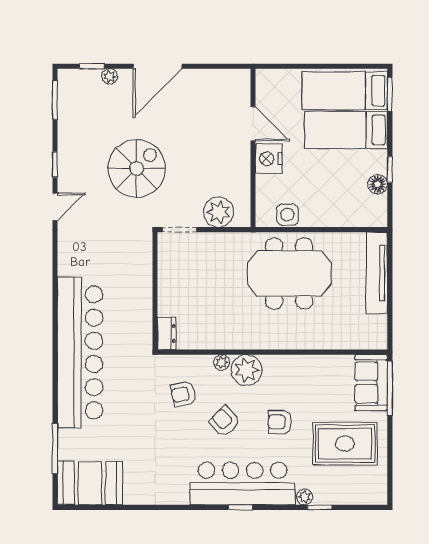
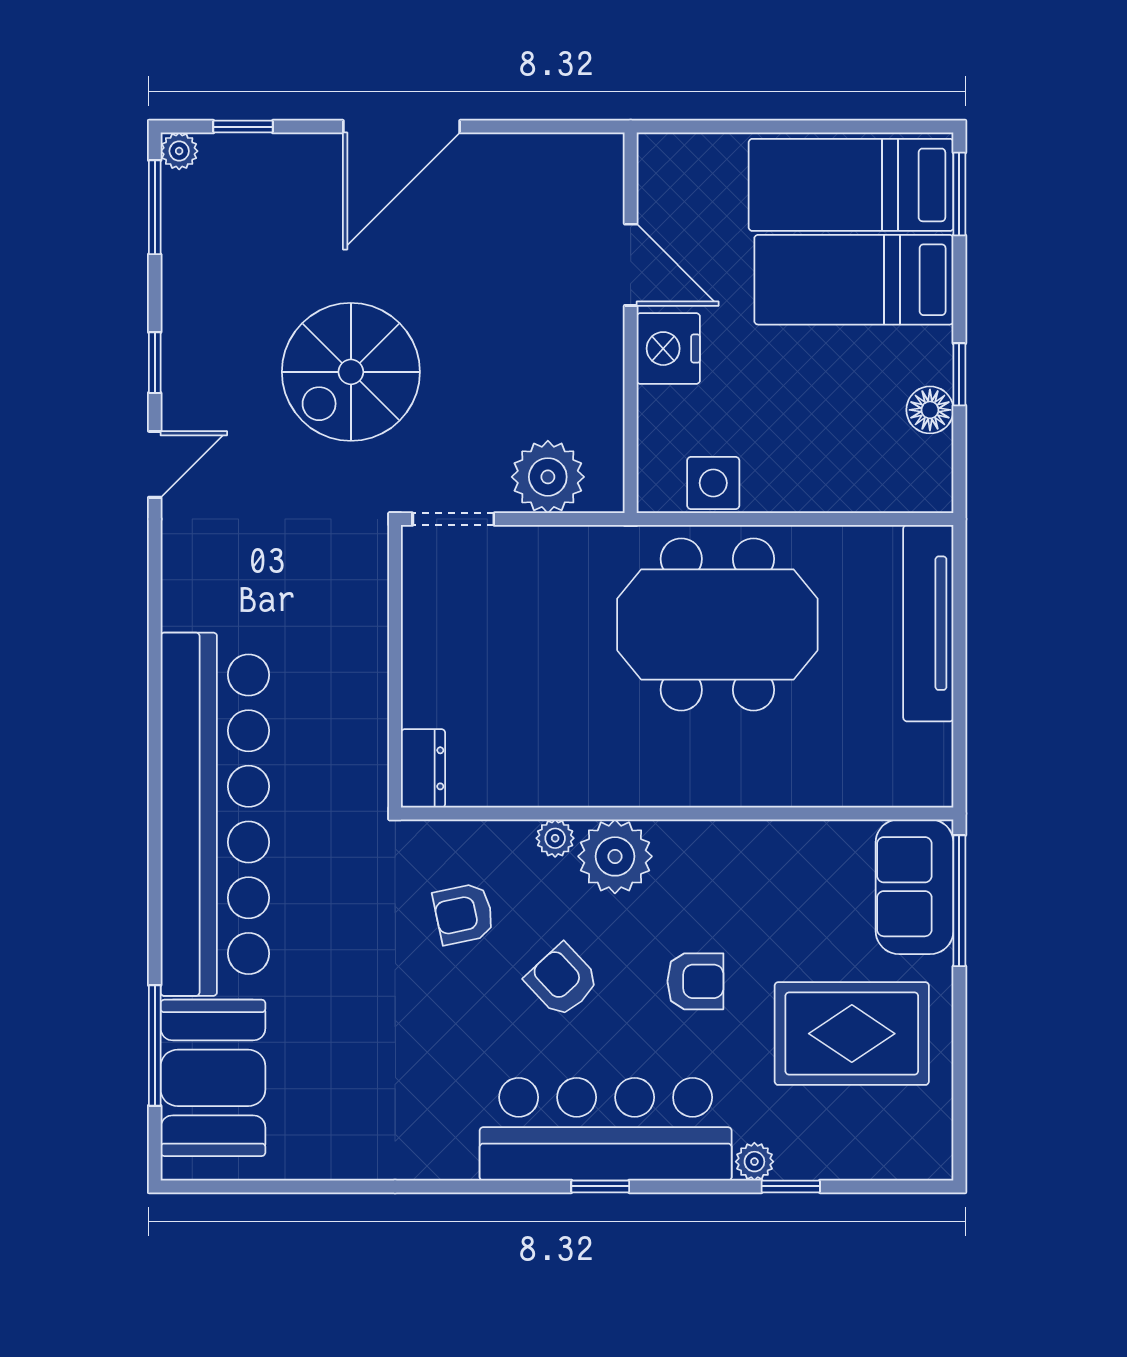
plant: (110, 76) -> (179, 151), moved
spiral stairs: (137, 168) -> (351, 372), turned 180
armchair: (280, 422) -> (695, 981), turned 180
booth: (90, 483) -> (213, 1078), moved, turned 90

